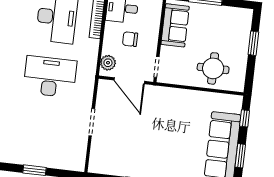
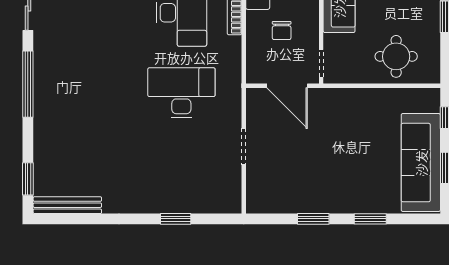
chair: (130, 39) -> (282, 31), turned -90
plant: (108, 63) -> (256, 65), removed

